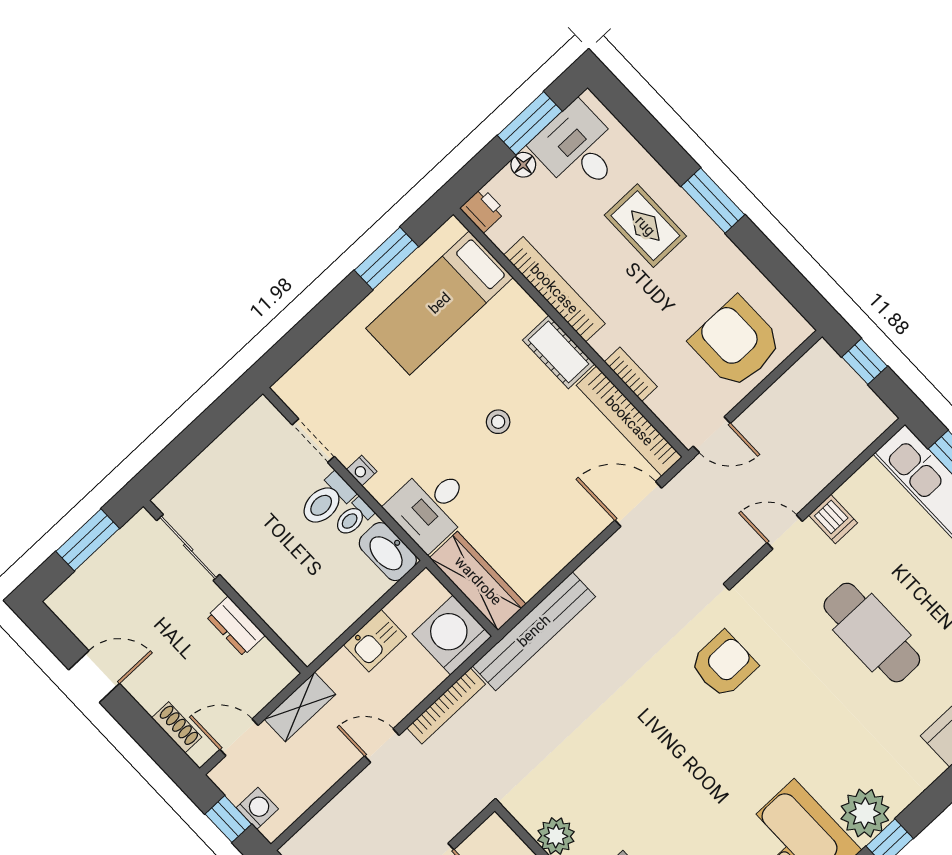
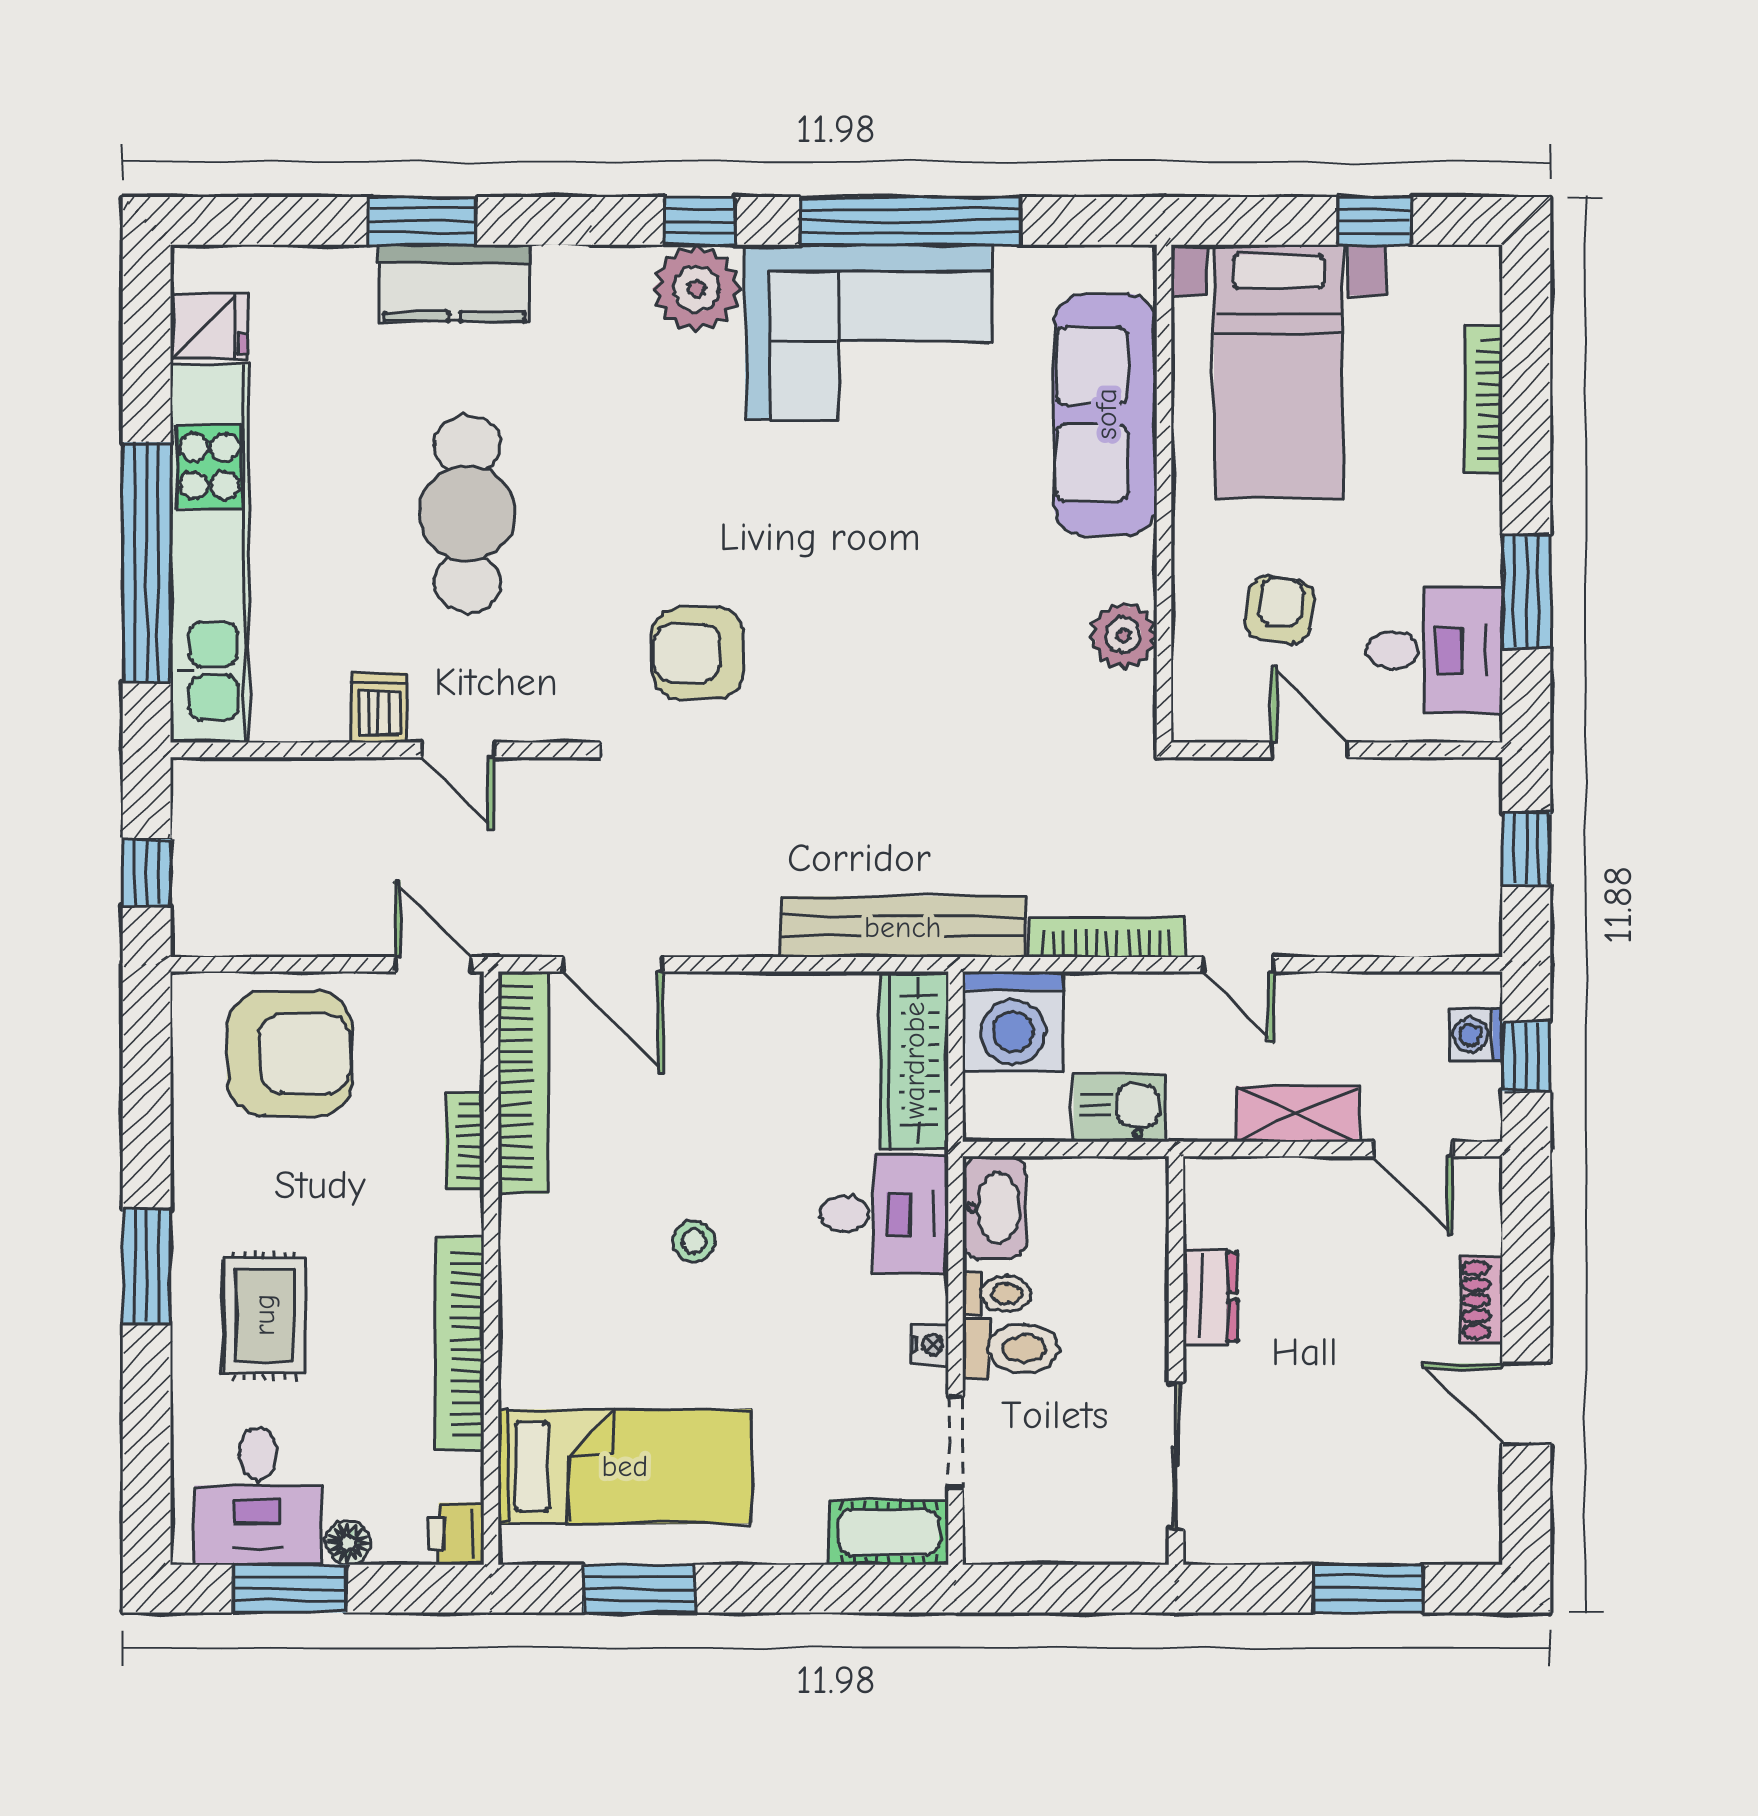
armchair: (736, 343) -> (290, 1054), turned -90
cot: (559, 352) -> (889, 1532), moved, turned 90
sliding door: (188, 548) -> (1176, 1456), moved
wall: (225, 587) -> (1176, 1360), moved
dresser: (236, 626) -> (1210, 1297), moved
shoe rack: (177, 727) -> (1481, 1300), moved

